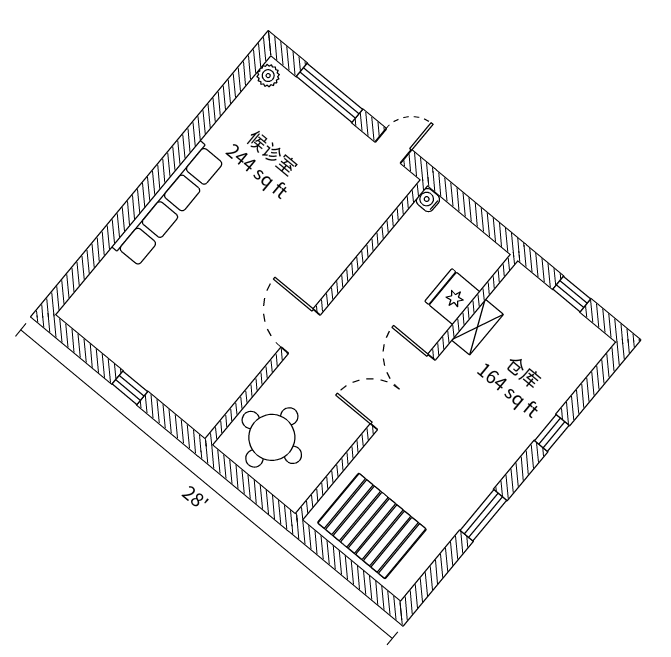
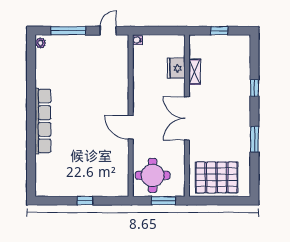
window: (256, 492) -> (164, 201), added

